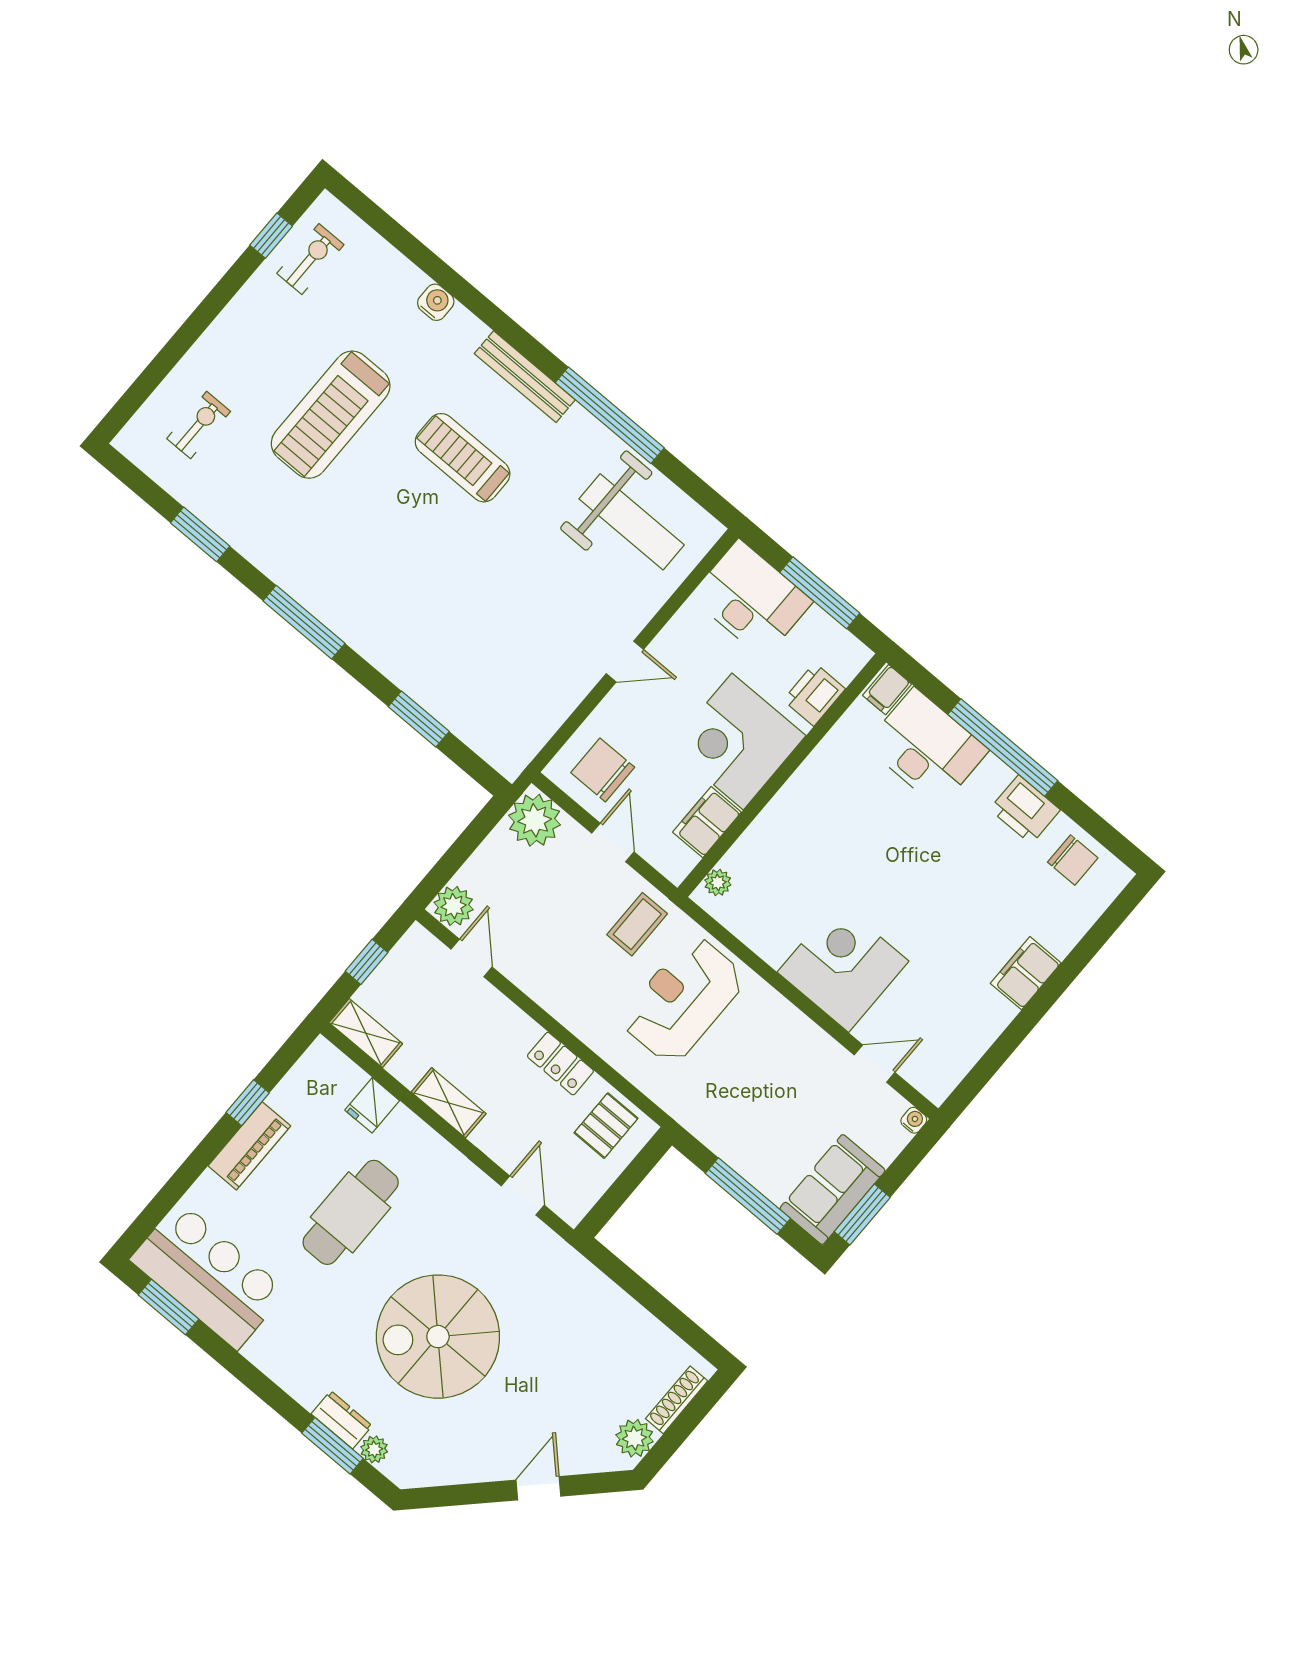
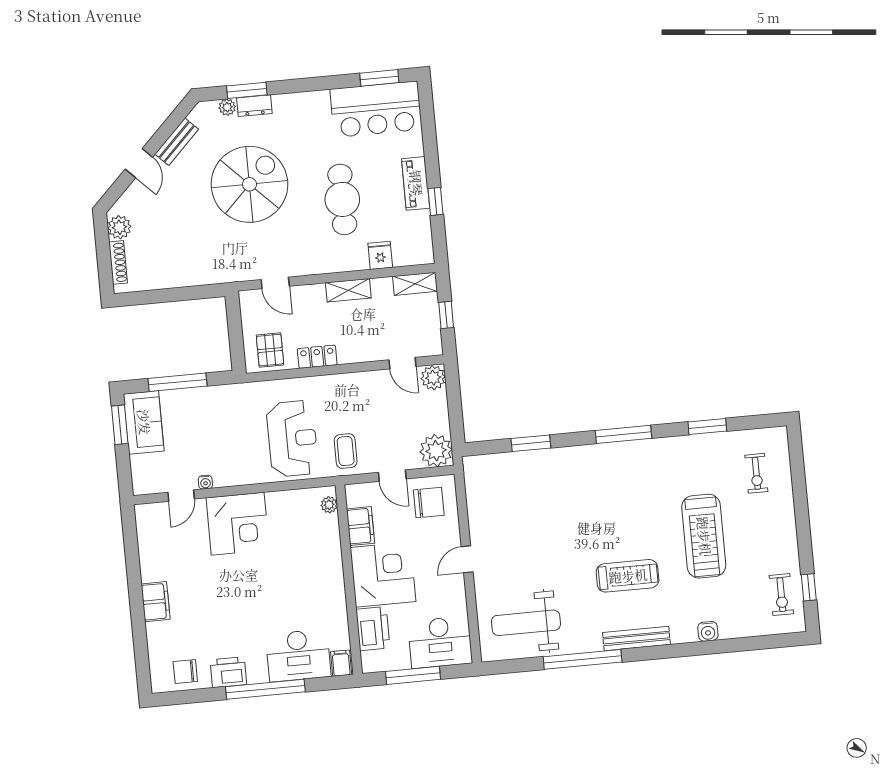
treadmill: (331, 415) -> (704, 536), turned 180
printer: (814, 694) -> (373, 629), width x1.37, depth x1.19
water cooler: (914, 1120) -> (205, 482), moved
bench: (471, 1469) -> (177, 142), added

